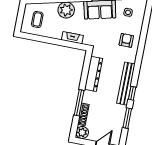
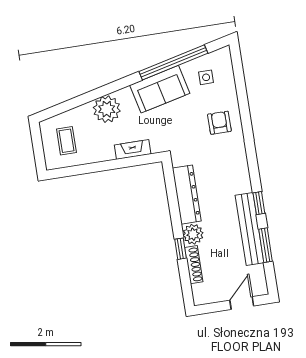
bench: (126, 84) -> (250, 229), moved
window: (79, 103) -> (180, 249), width x0.46
plant: (82, 132) -> (193, 234), moved

